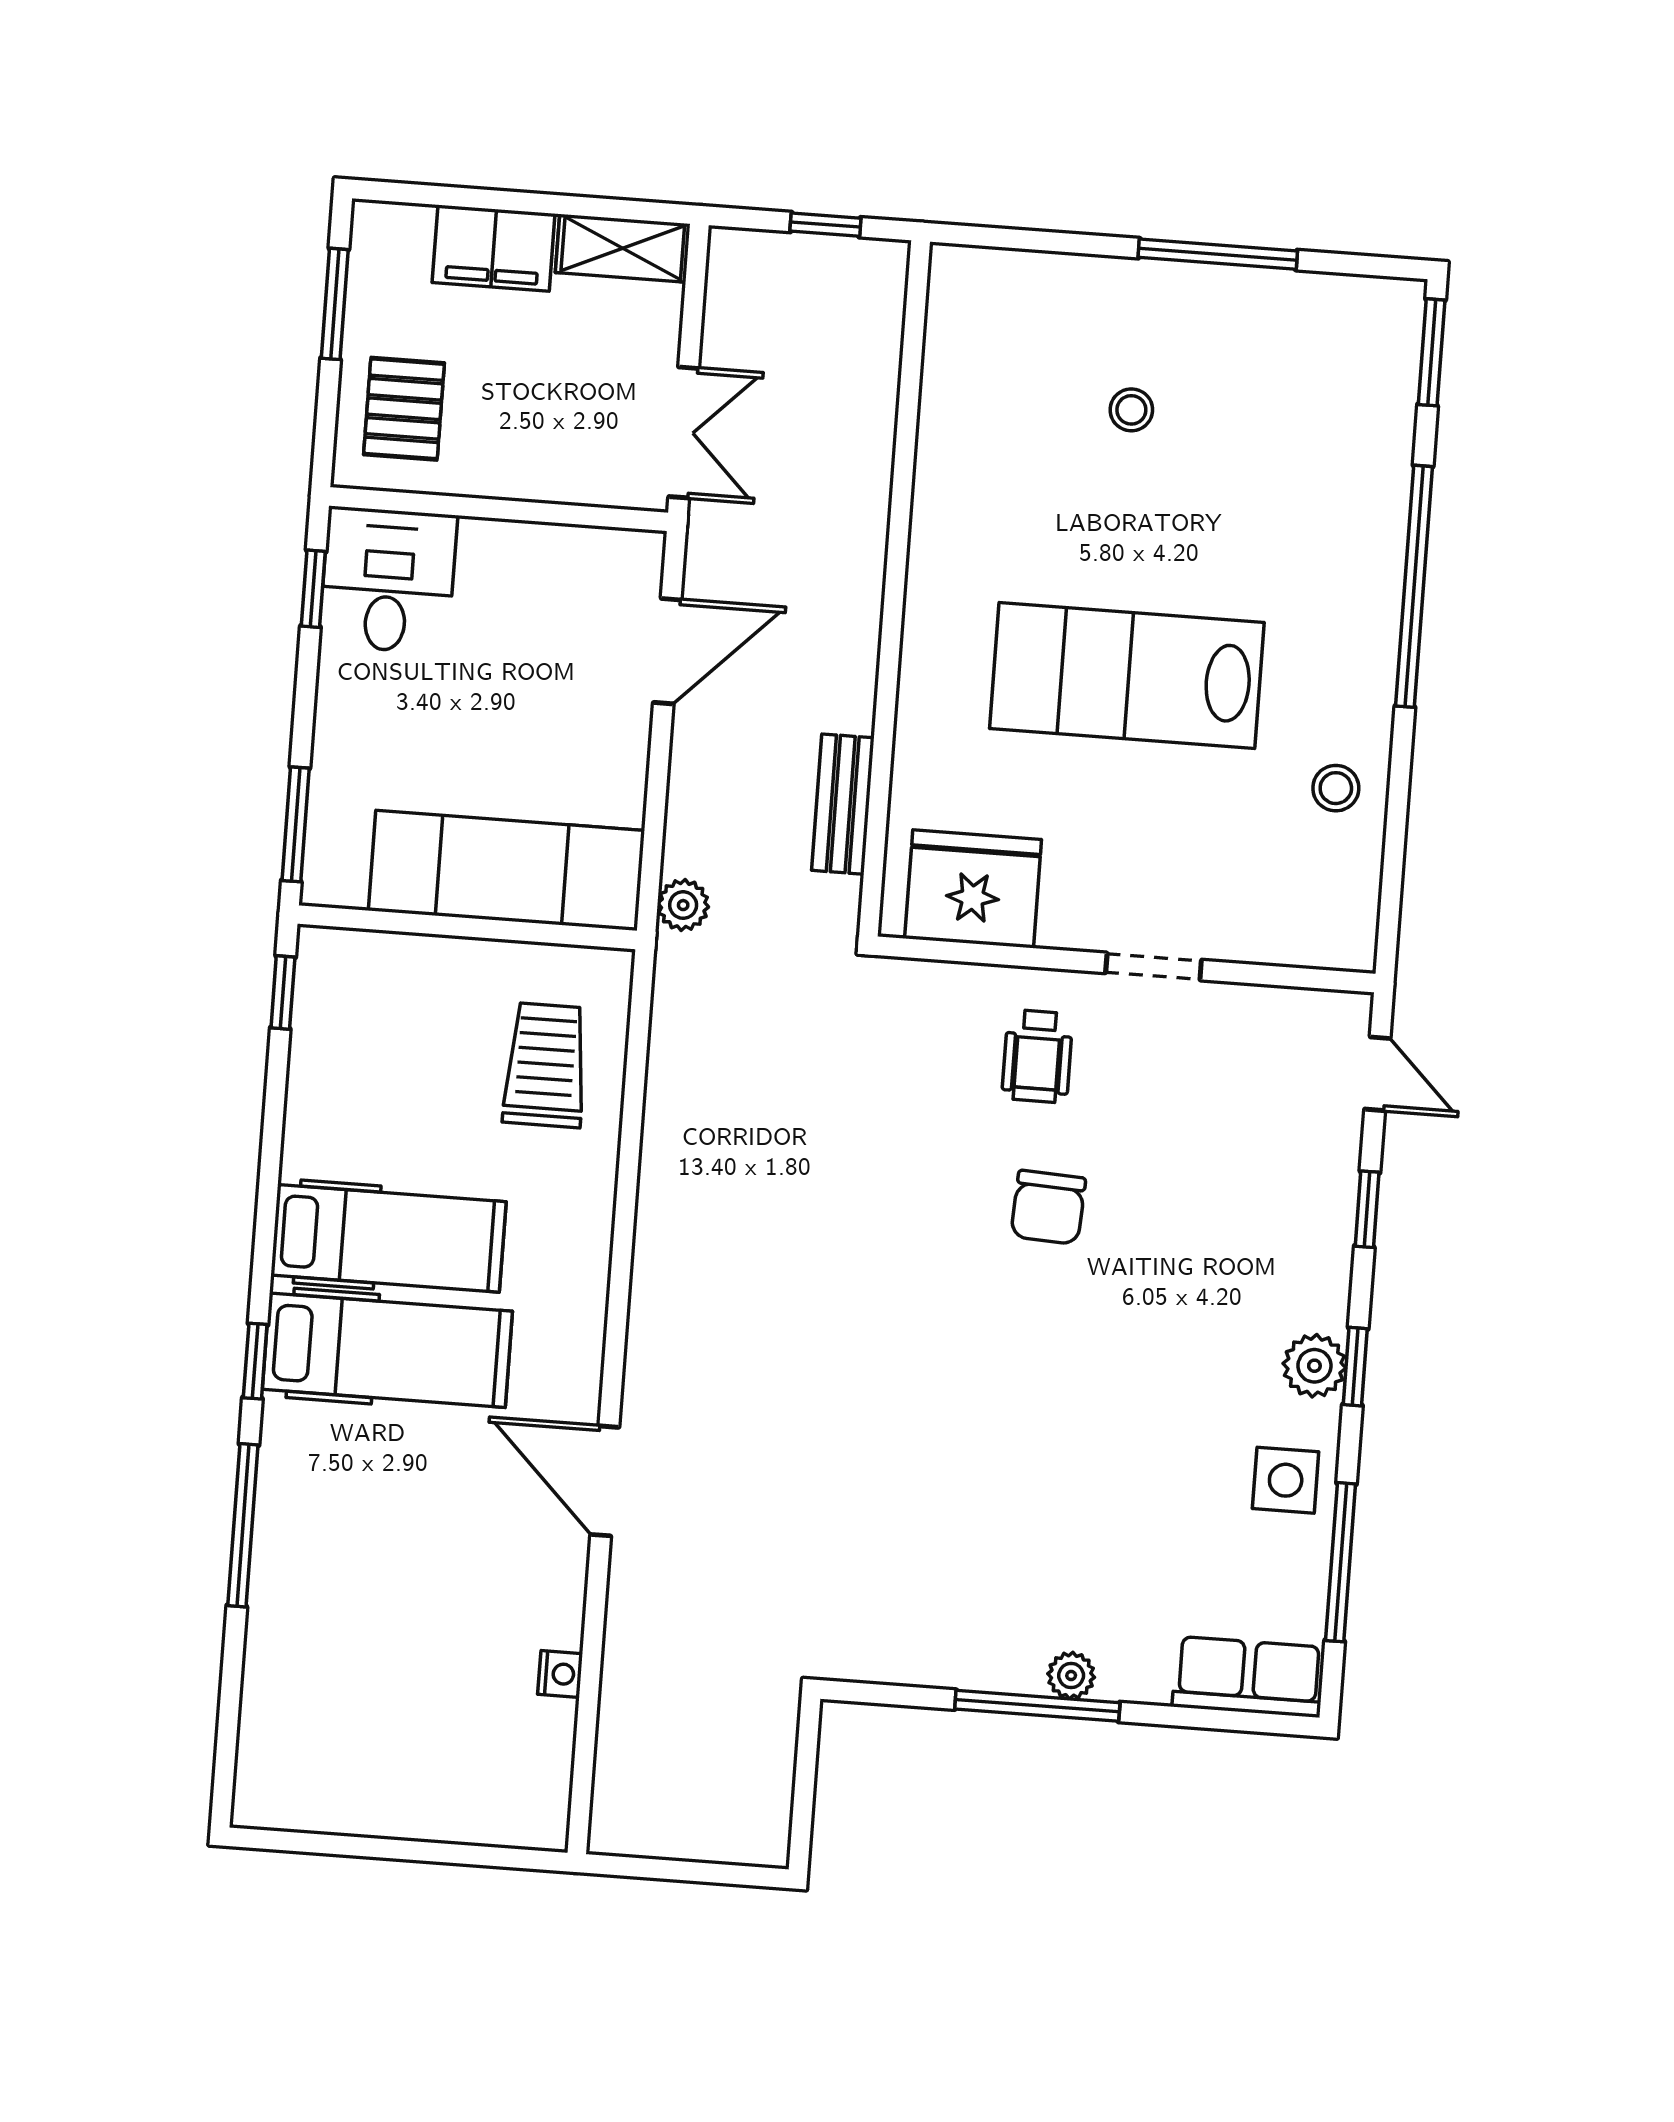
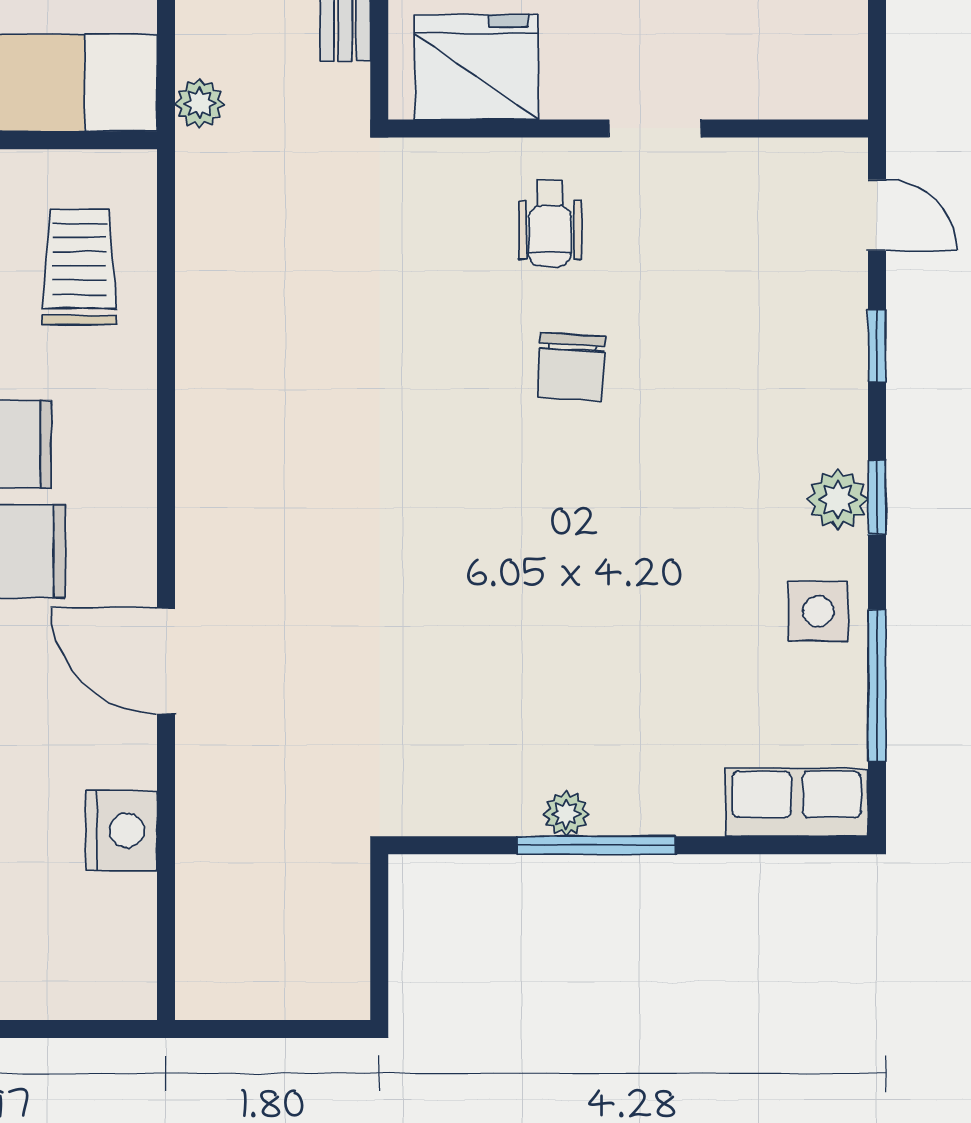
nightstand: (560, 1674) -> (121, 830), width x1.89, depth x1.79
plant: (1071, 1675) -> (566, 814), moved

